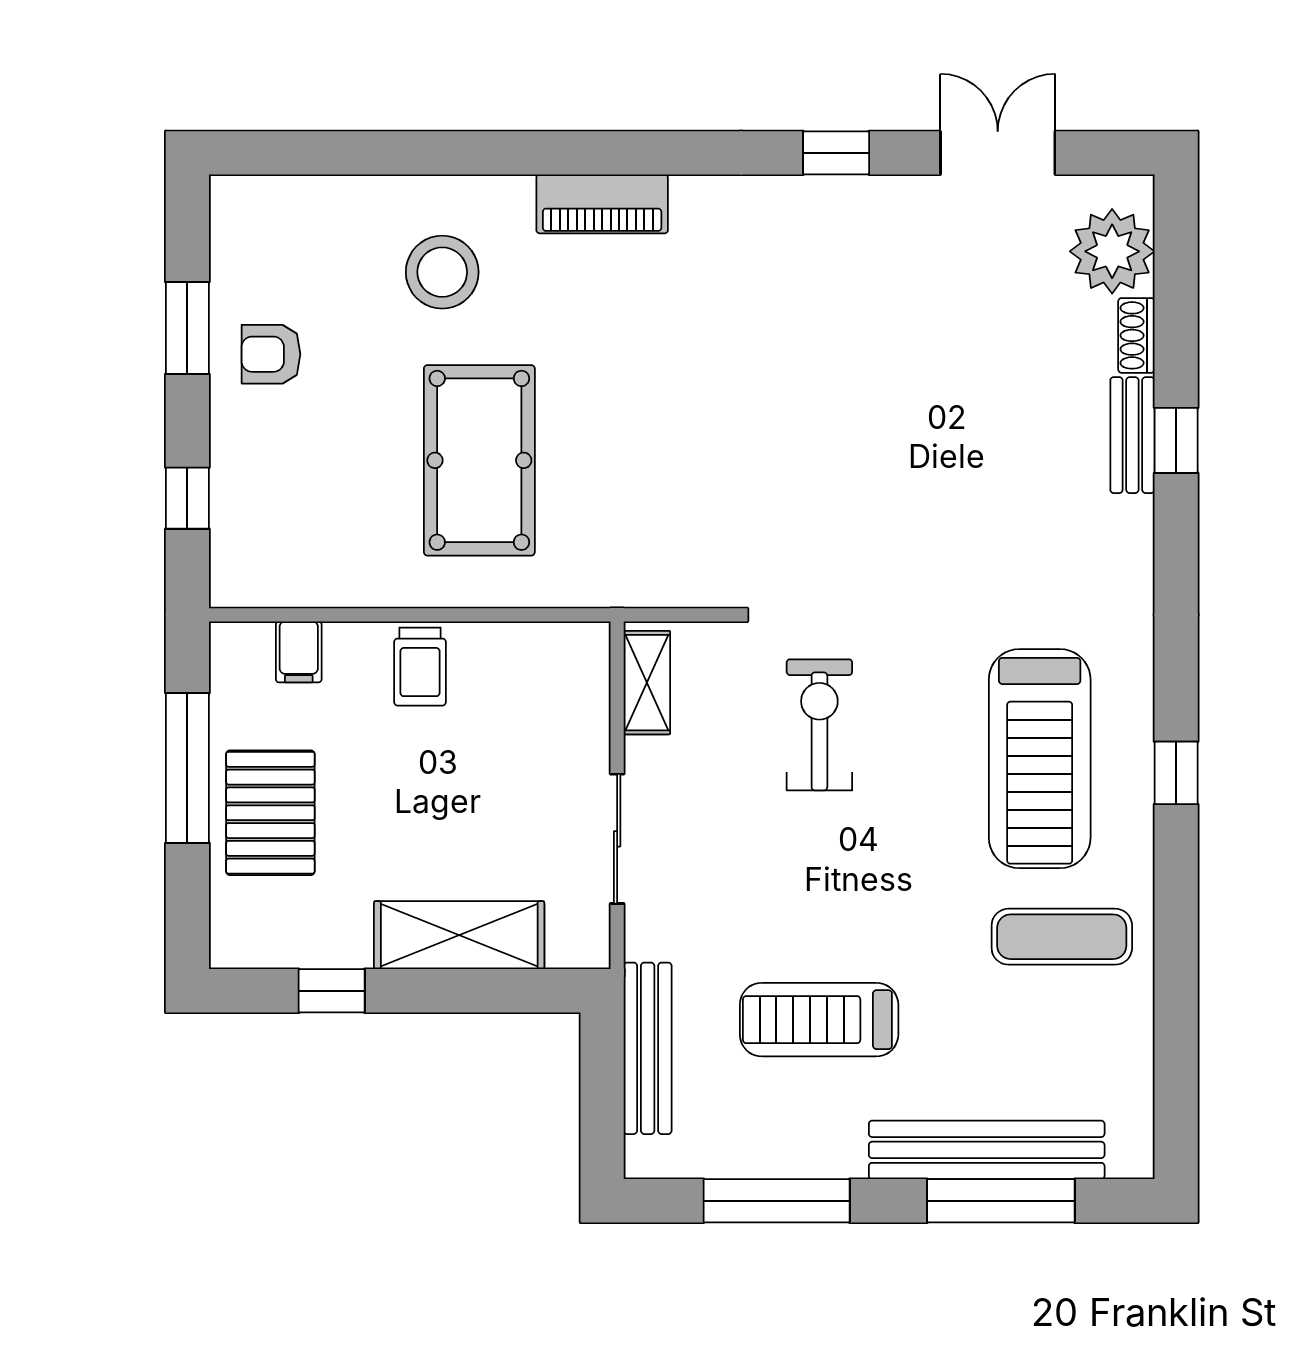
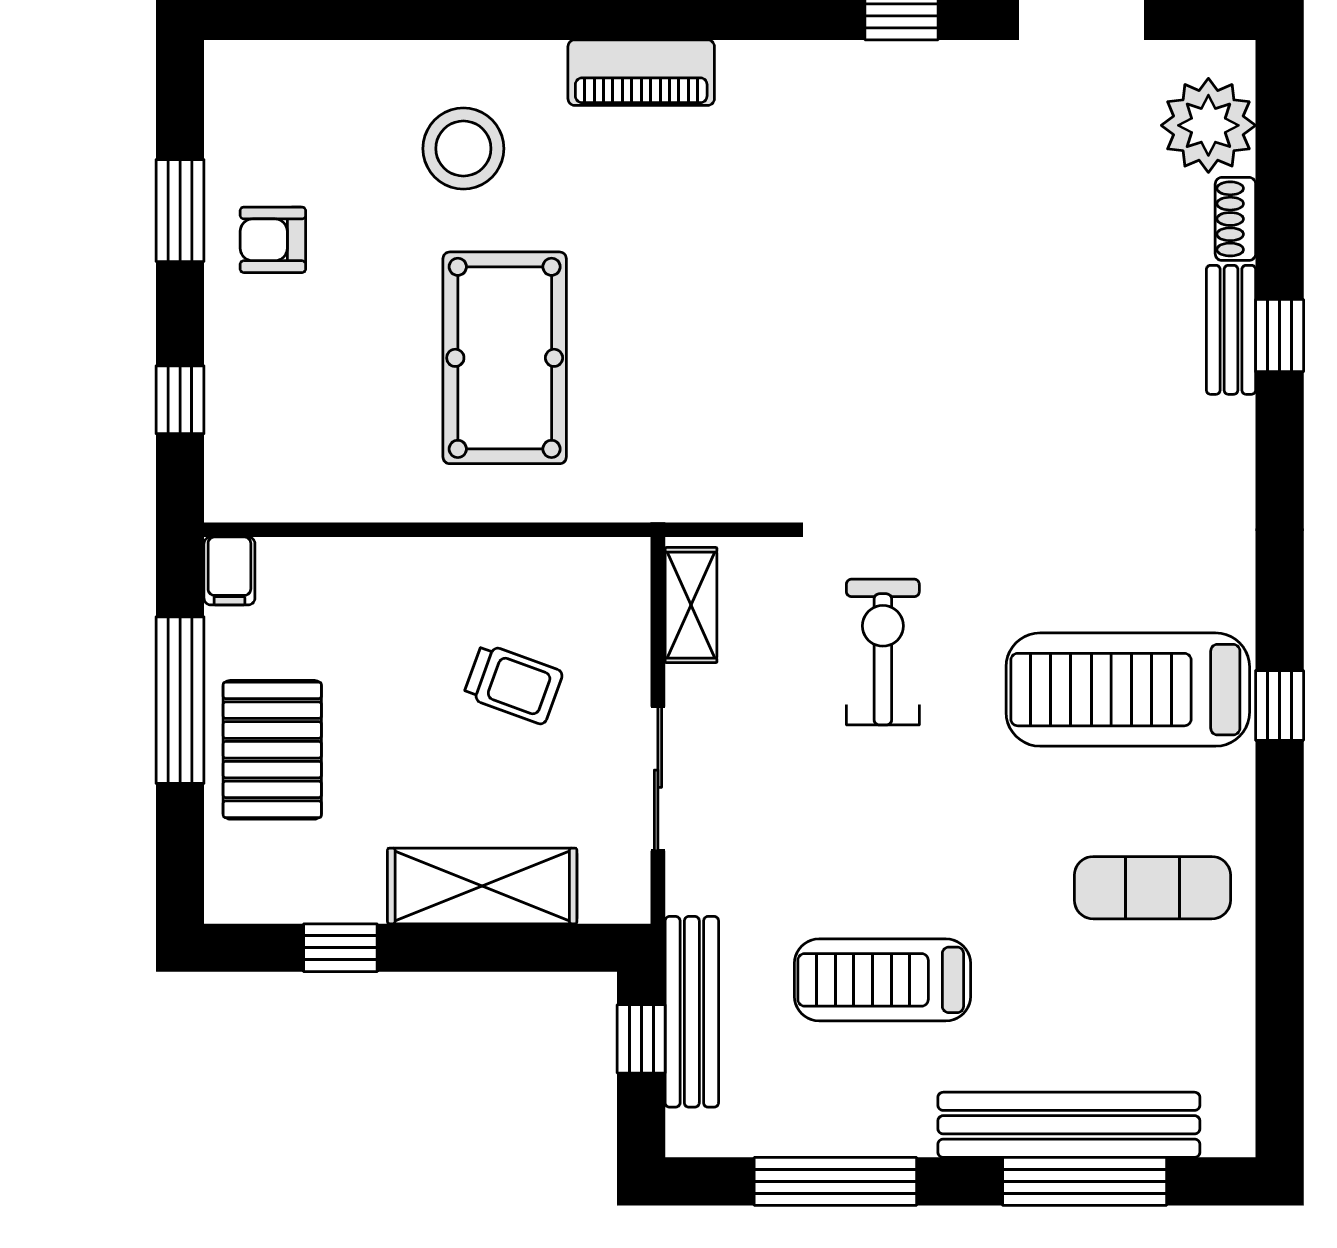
filing cabinet: (299, 652) -> (229, 571), moved
trolley: (420, 667) -> (513, 684), moved, turned -70
treadmill: (1040, 759) -> (1128, 690), turned 90
window: (602, 1073) -> (641, 1039), added

